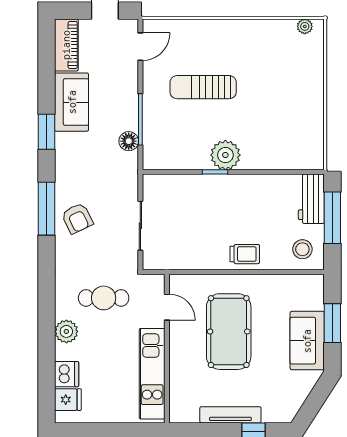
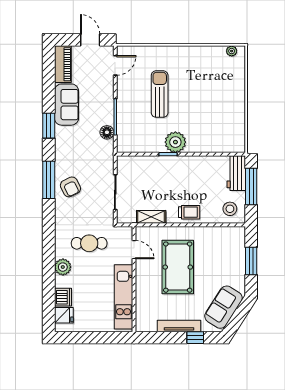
sun lounger: (203, 87) -> (160, 94), turned 90
shelving: (191, 261) -> (151, 217), added
sofa: (307, 341) -> (223, 307), moved, turned 33

